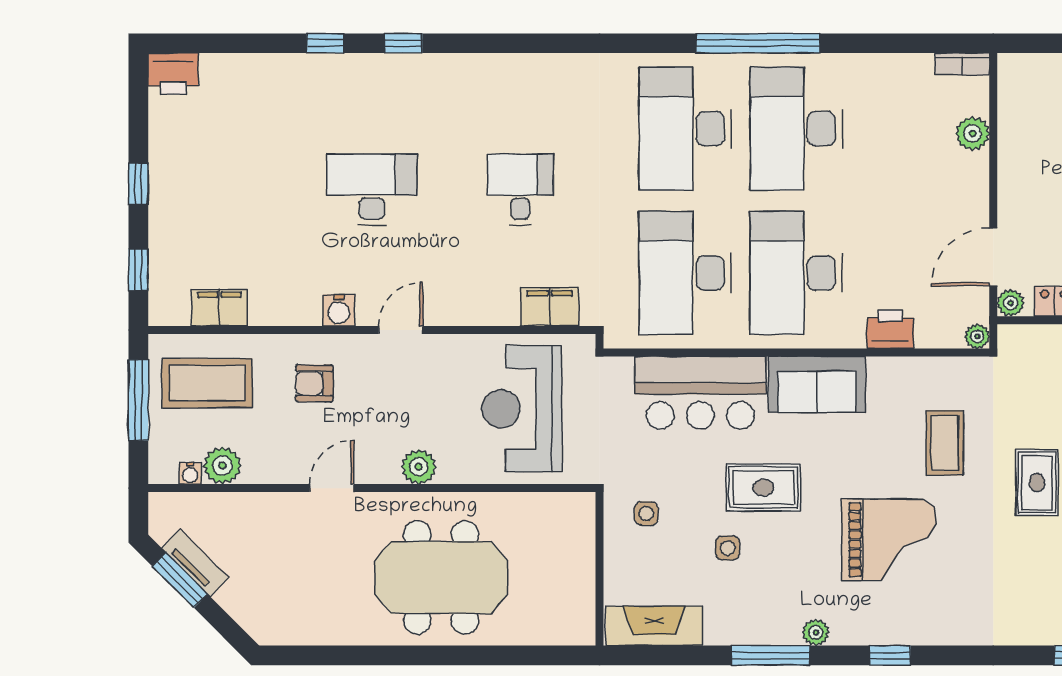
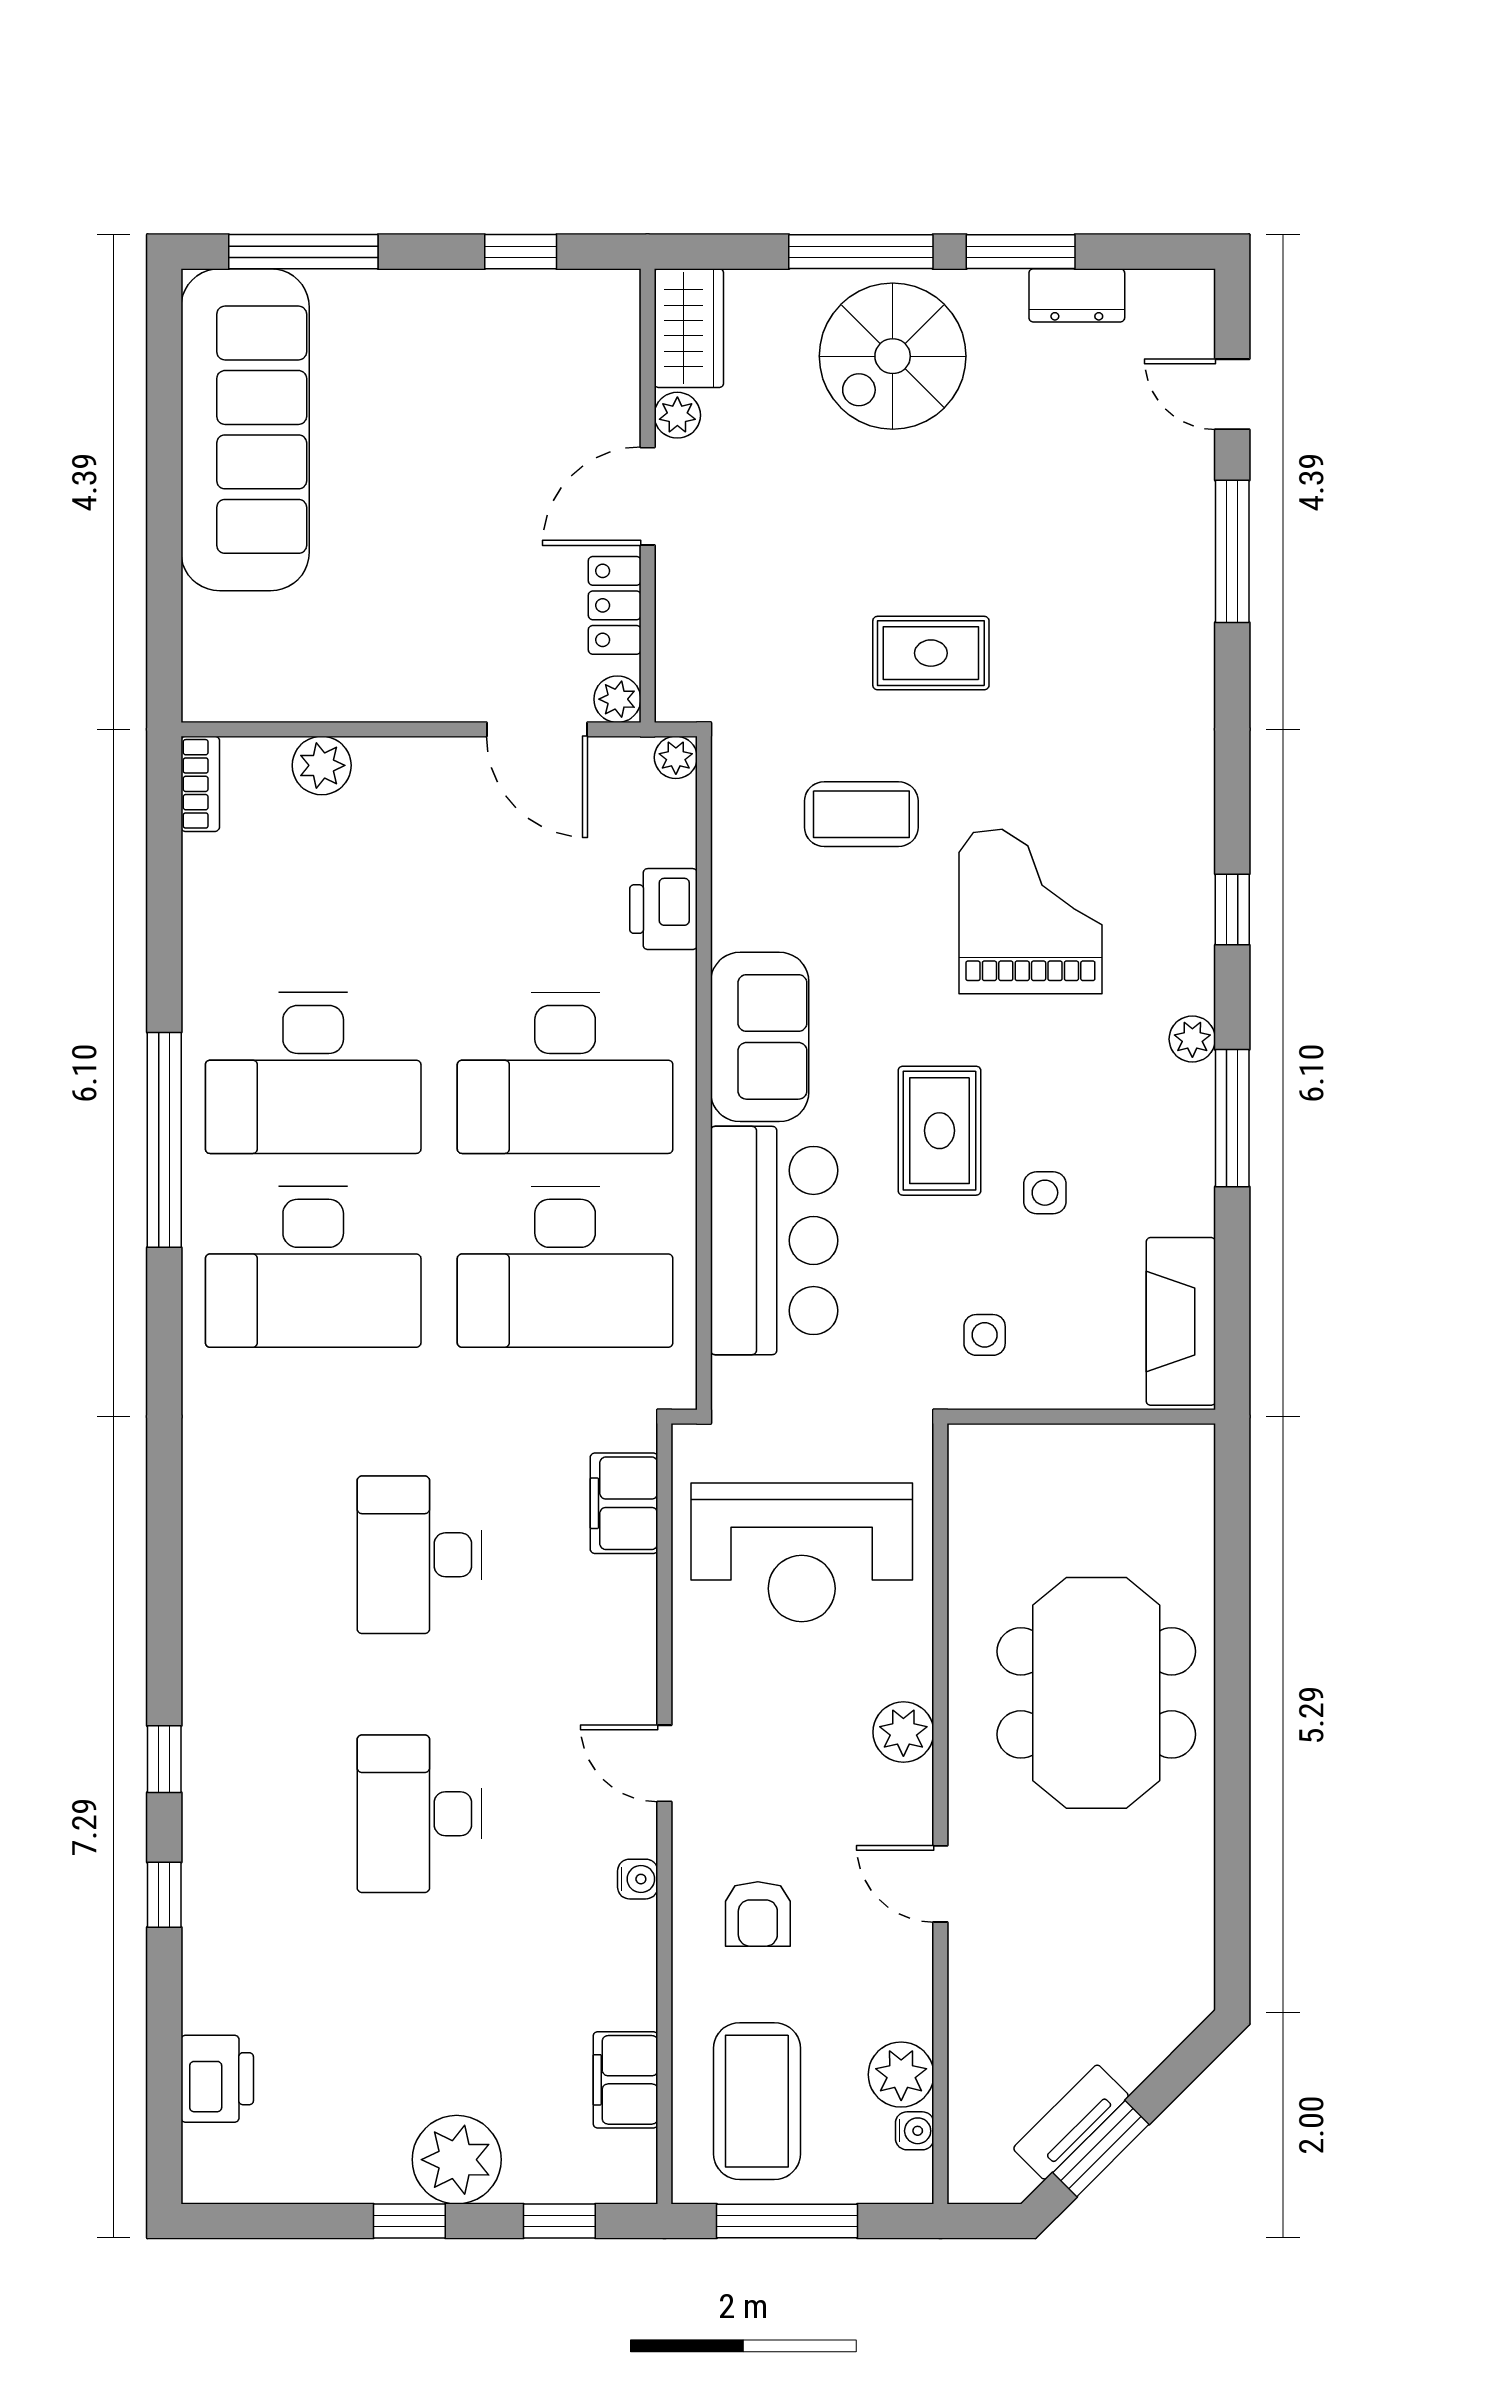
printer: (173, 74) -> (217, 2079), moved
desk: (520, 189) -> (419, 1555), width x1.37
plant: (174, 211) -> (457, 2160), added
water cooler: (339, 310) -> (638, 1879), width x0.72, depth x0.72

